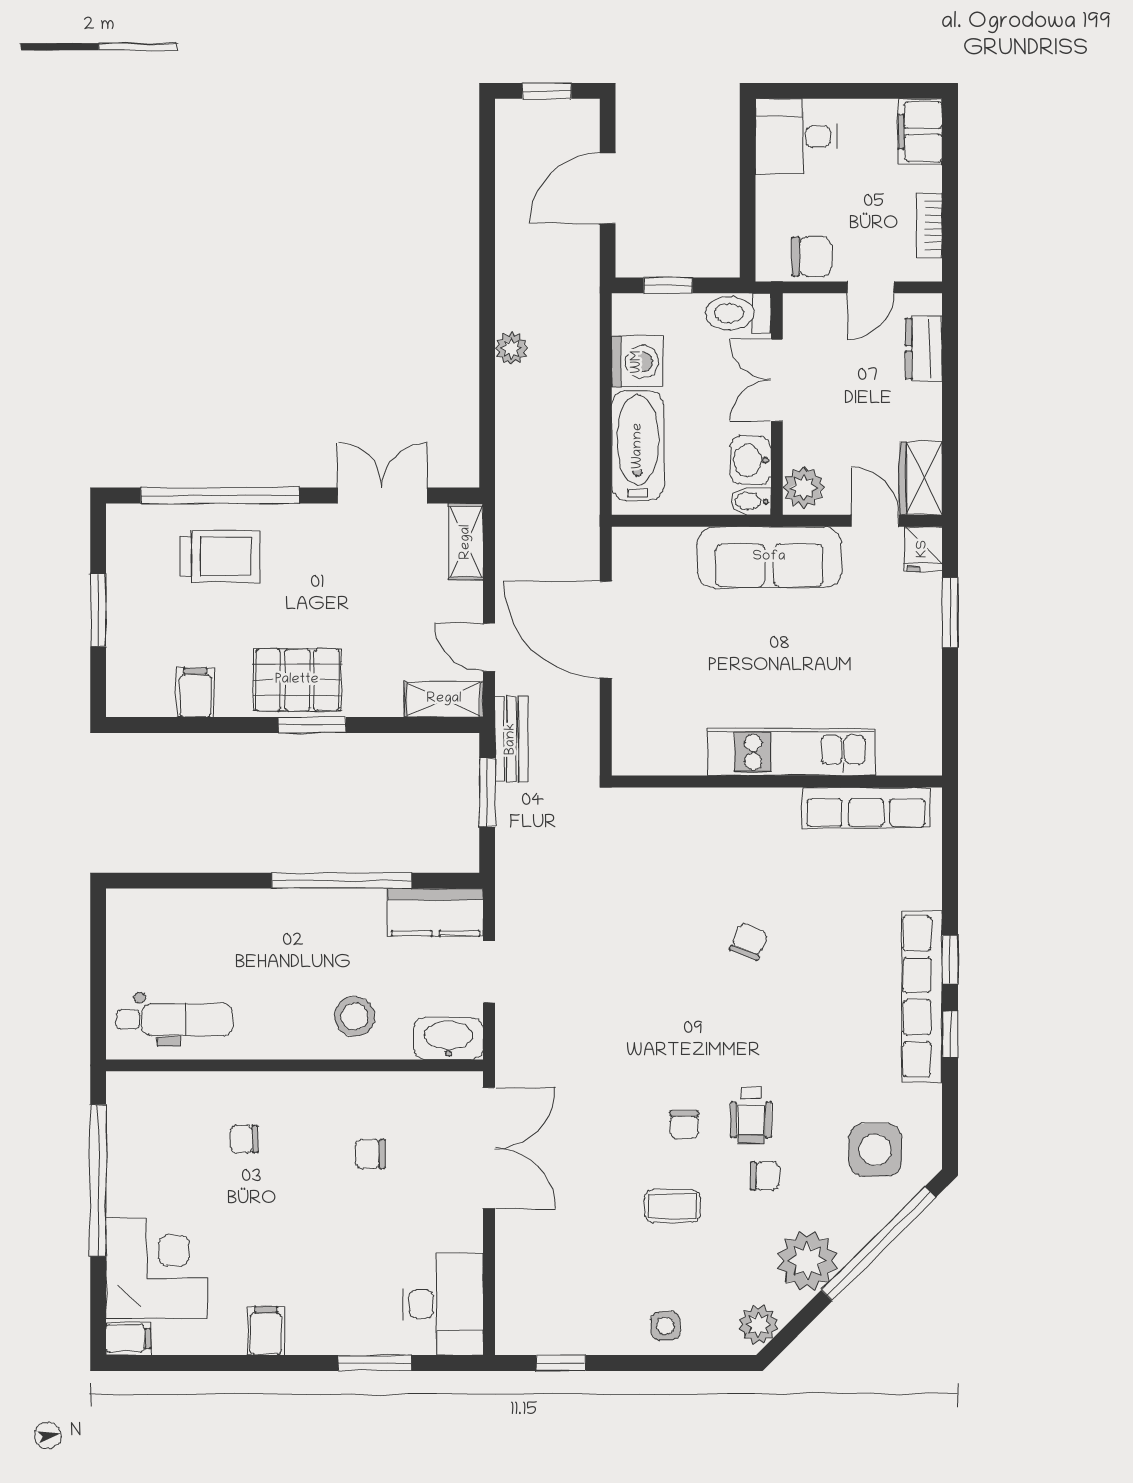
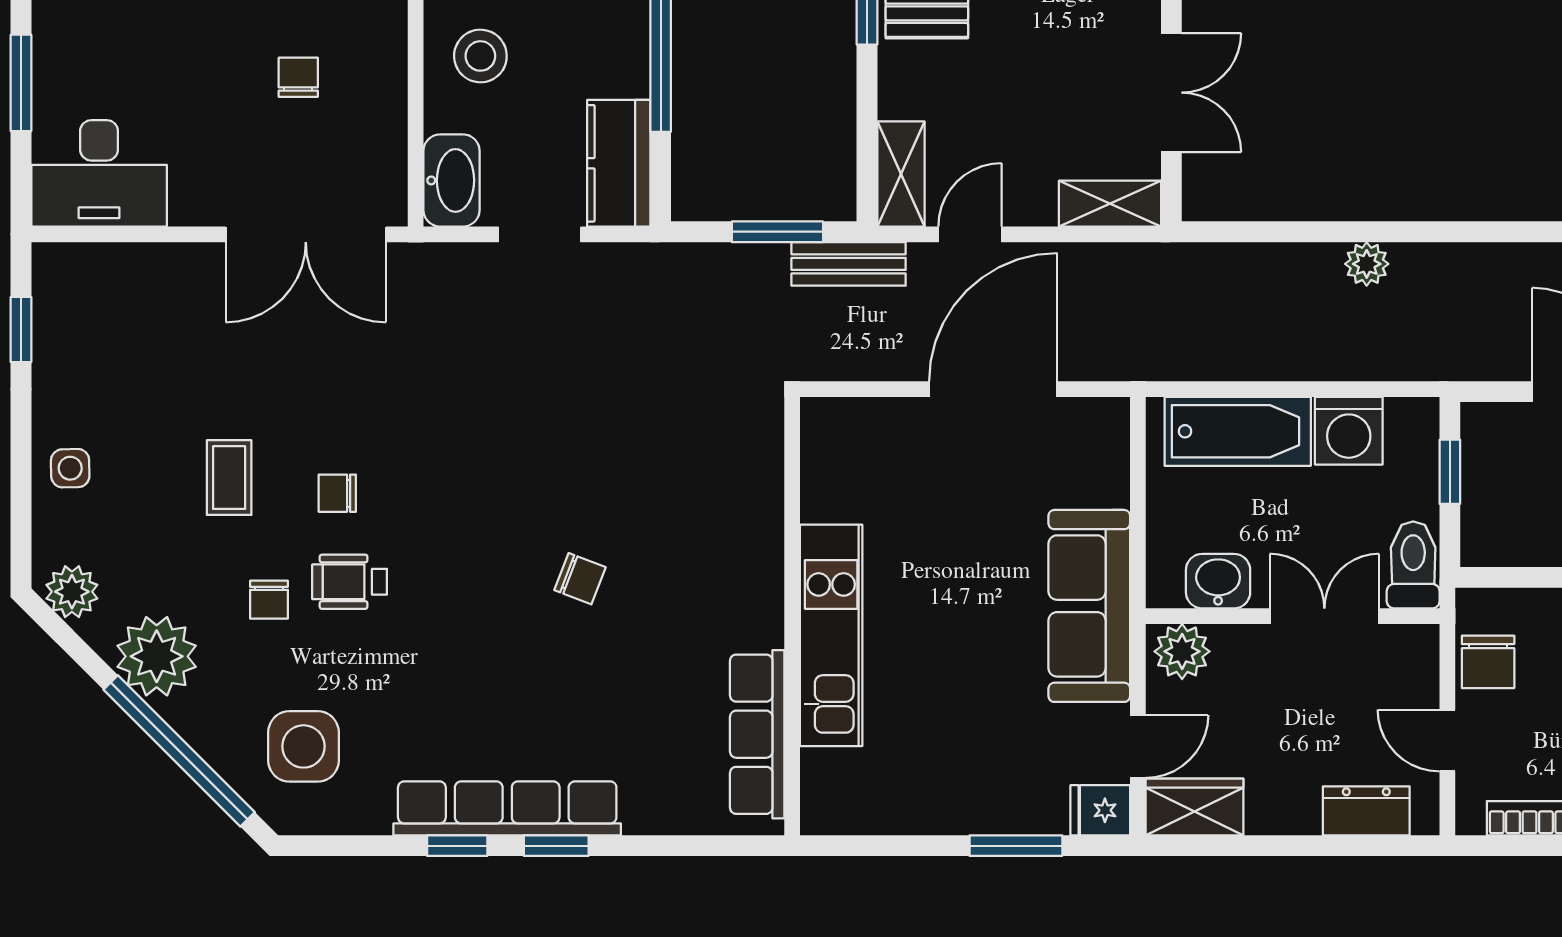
bidet: (751, 501) -> (1164, 582), removed

